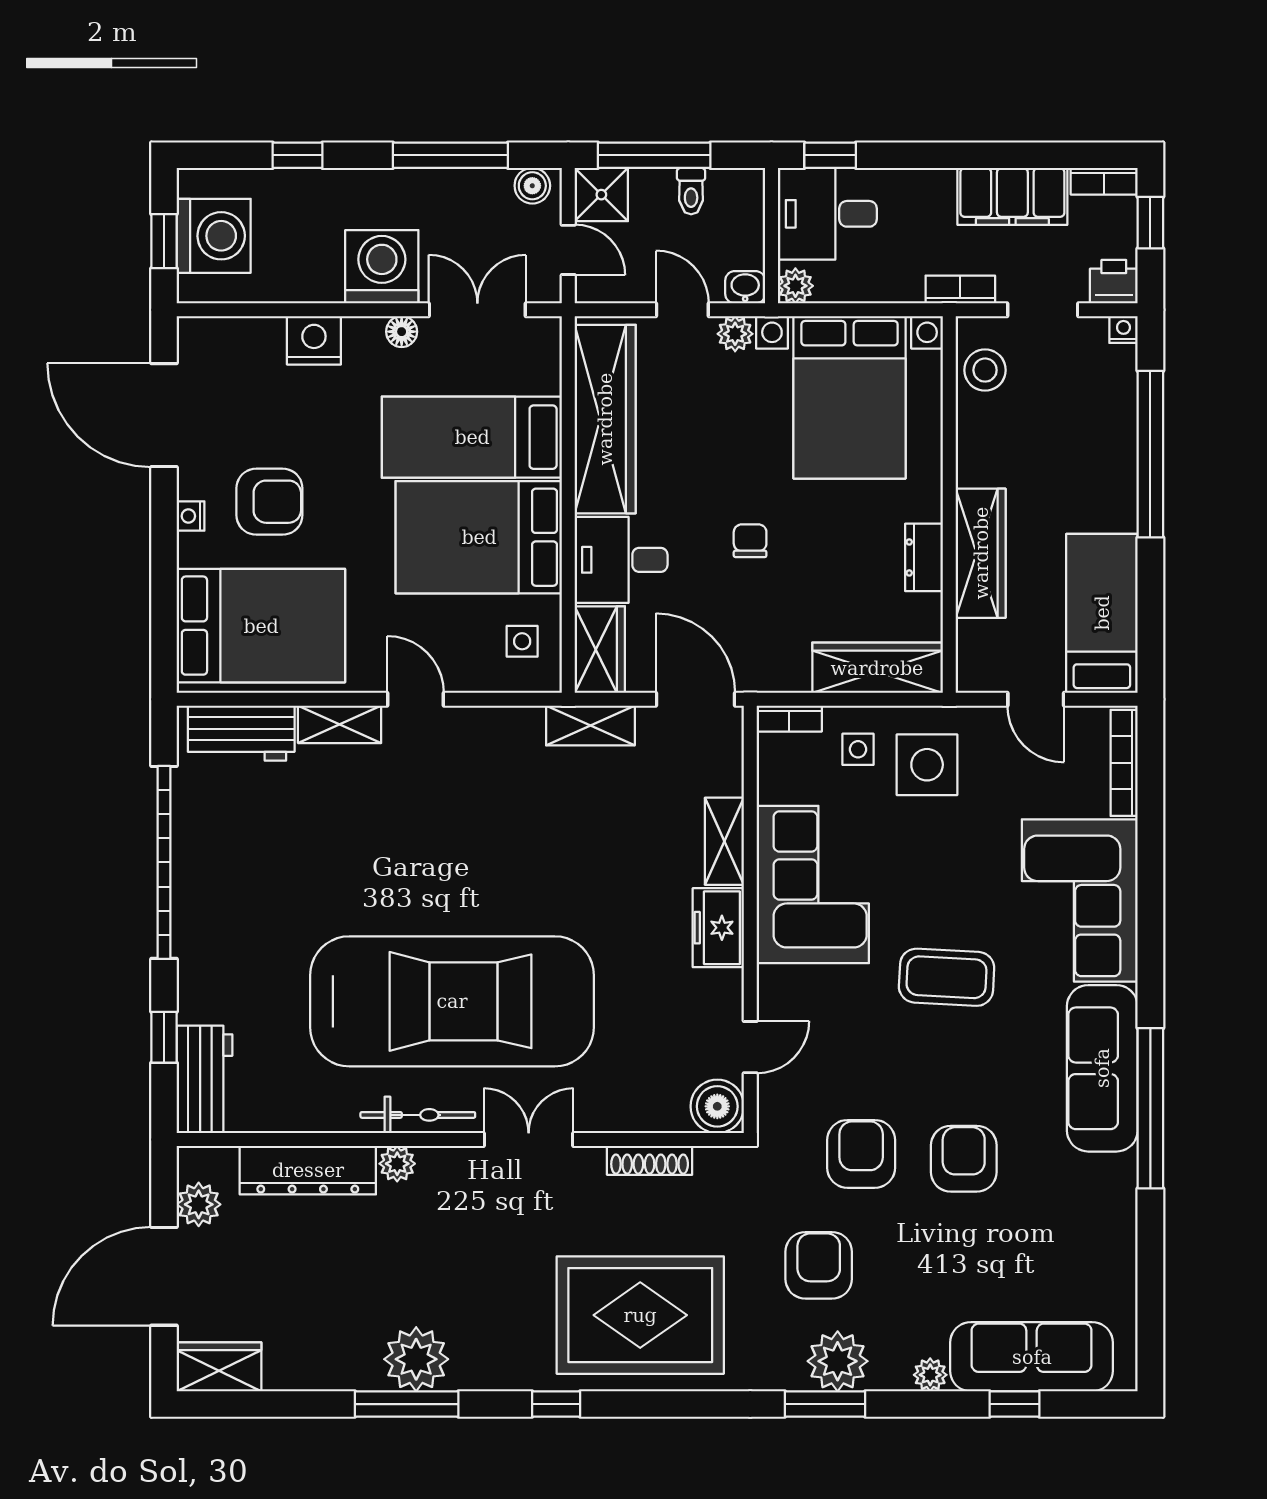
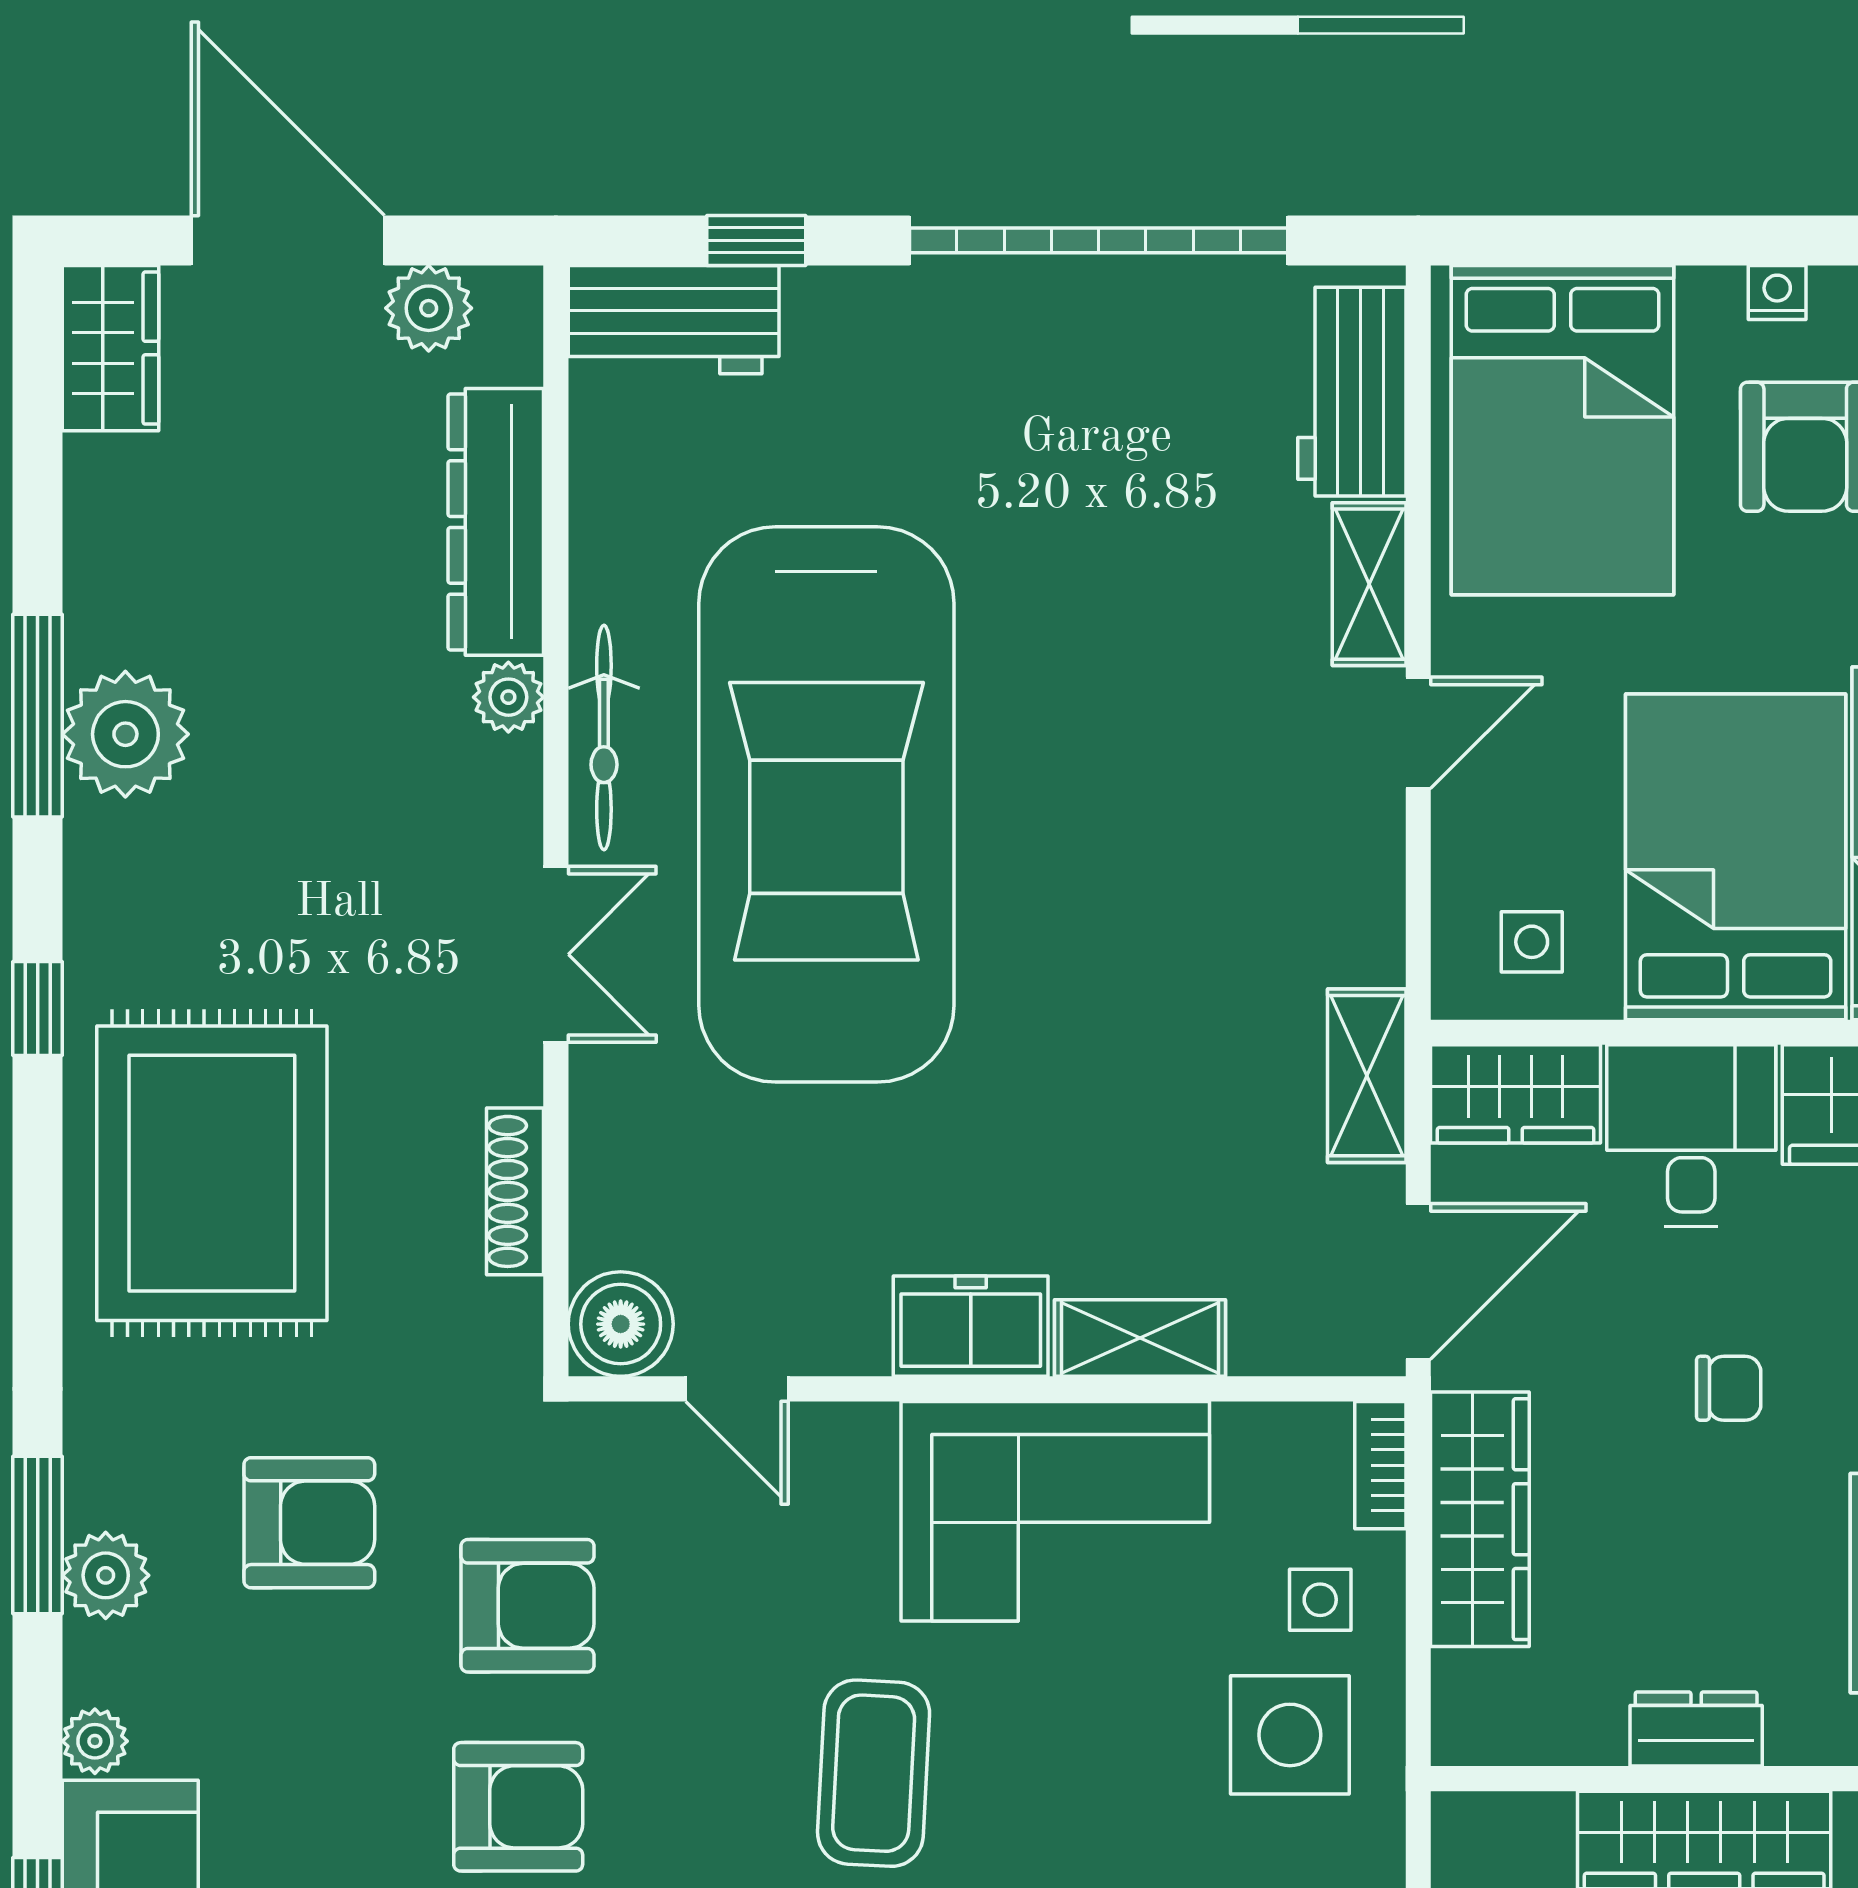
wardrobe: (877, 668) -> (1480, 1519), moved
plant: (838, 1361) -> (106, 1575), width x0.73, depth x0.73

